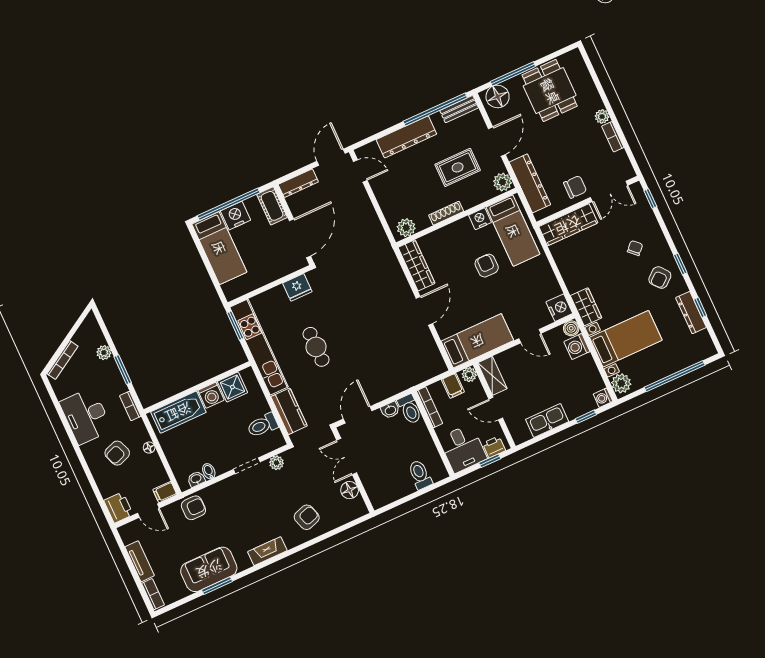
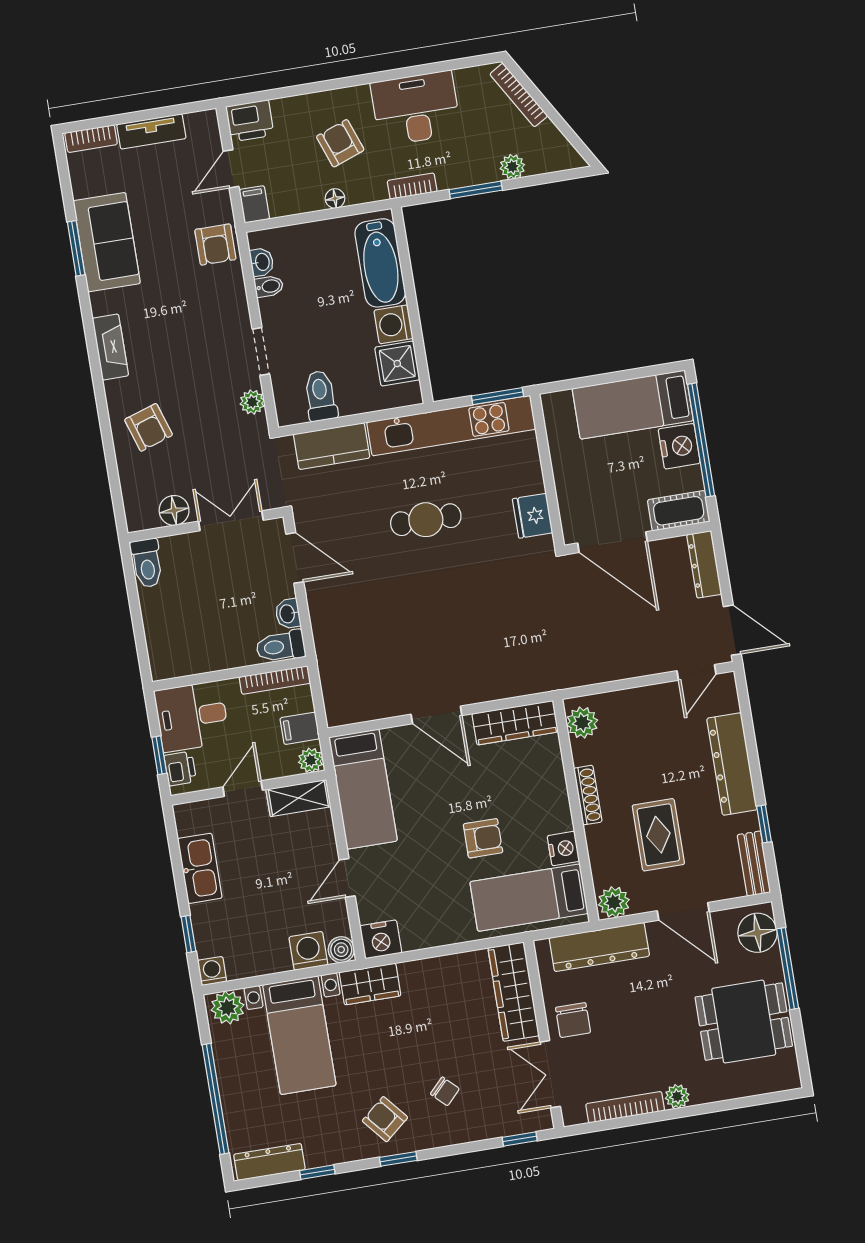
window: (435, 110) -> (764, 824), width x0.32
bookcase: (613, 137) -> (625, 1107), width x1.56
dresser: (691, 313) -> (269, 1162), moved
toilet: (420, 475) -> (147, 563), moved, turned 90

